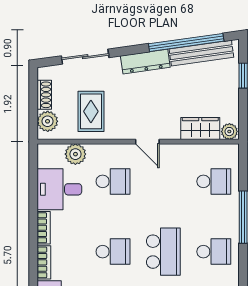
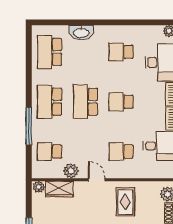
rug: (91, 111) -> (125, 202), moved
plant: (75, 154) -> (71, 171), moved
school desk: (214, 252) -> (50, 102), width x1.85

